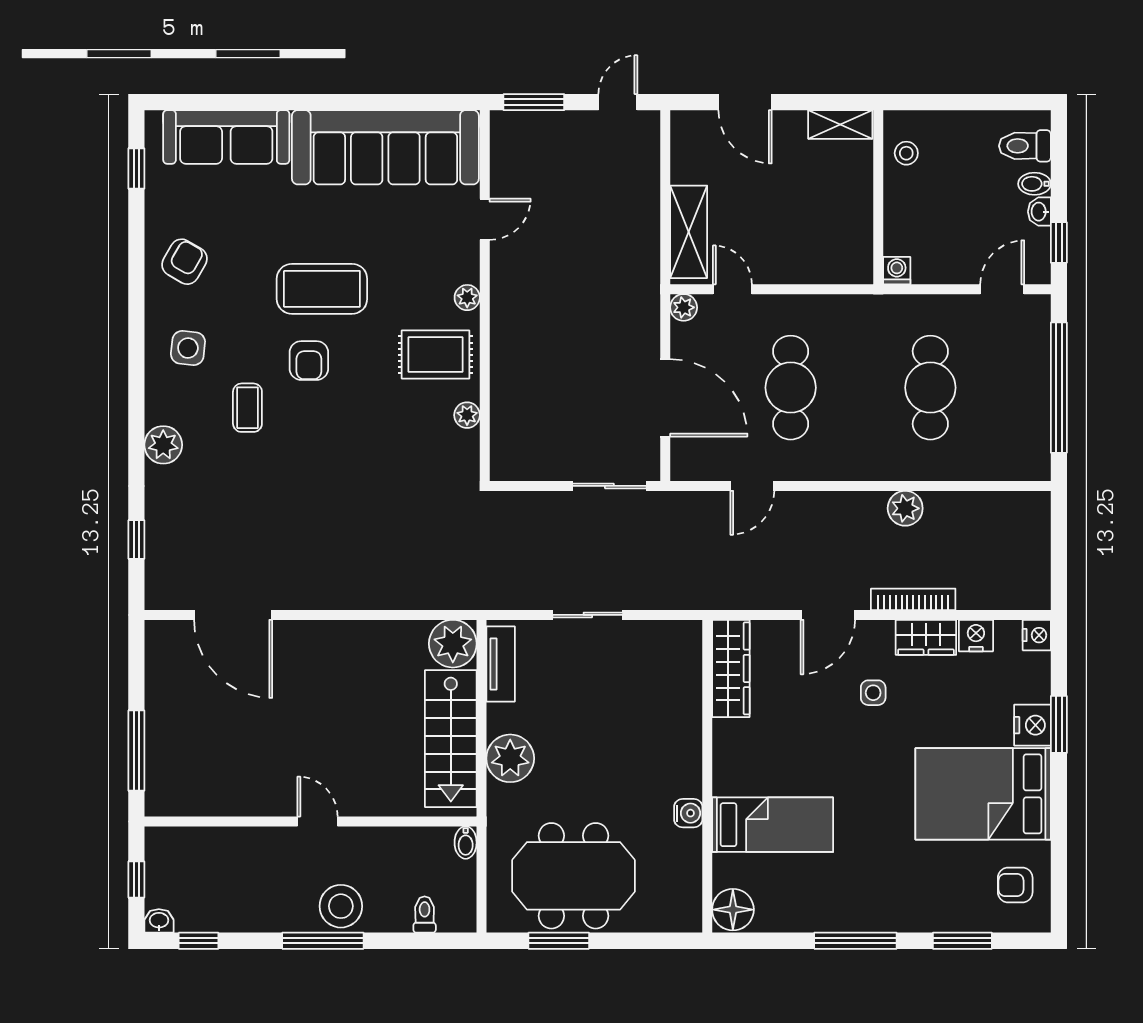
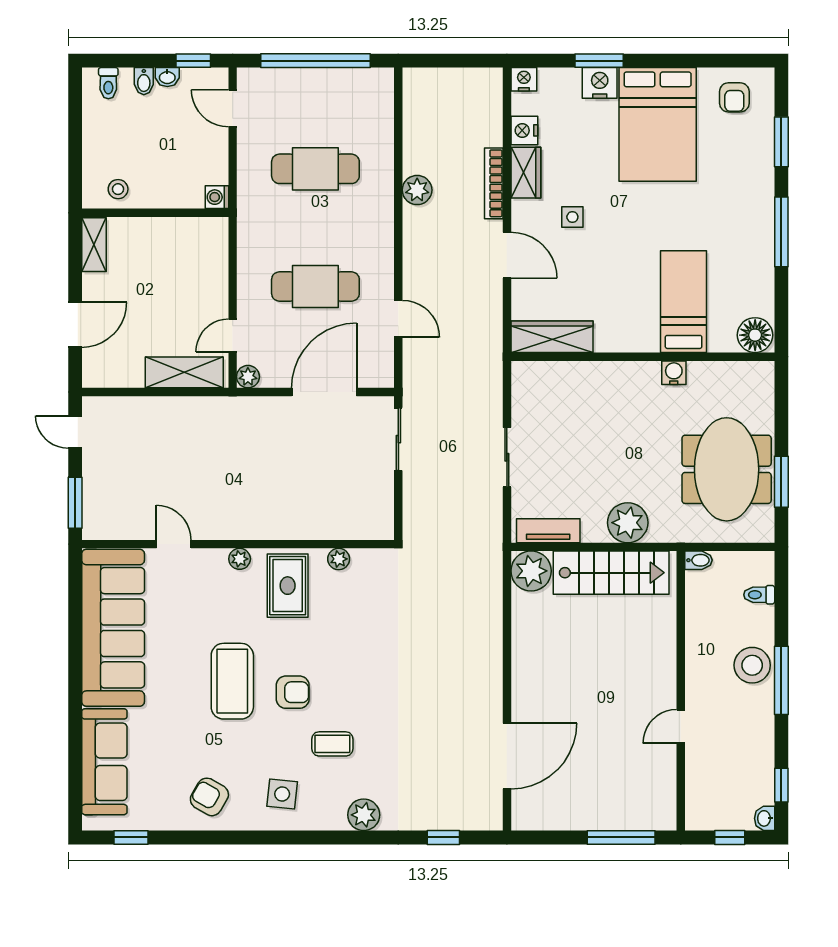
toilet: (1025, 146) -> (108, 83), width x0.73, depth x0.72
door: (317, 821) -> (681, 726), moved

